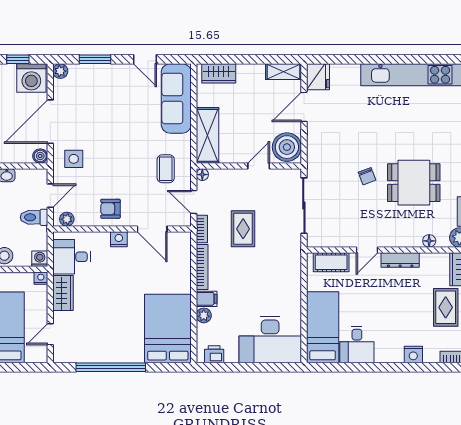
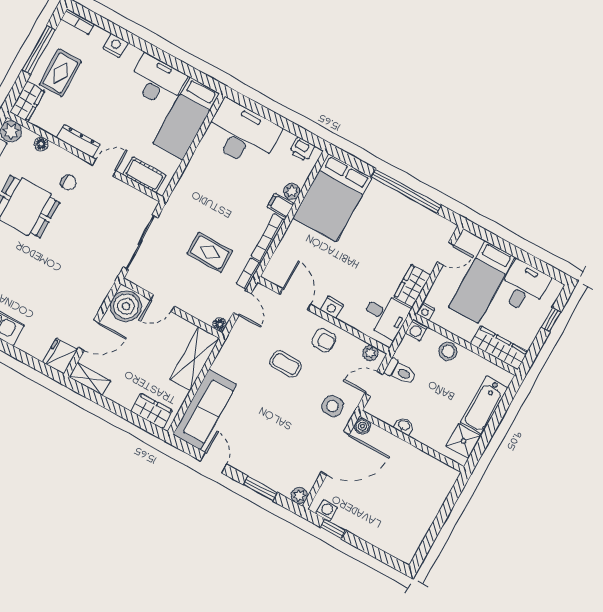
washing machine: (31, 78) -> (327, 511), width x0.53, depth x0.53
coffee table: (166, 169) -> (286, 364), moved, turned 90
chair: (367, 176) -> (69, 182), moved, turned 111
rug: (243, 229) -> (210, 252), turned 90
desk: (357, 345) -> (157, 81), width x1.37

